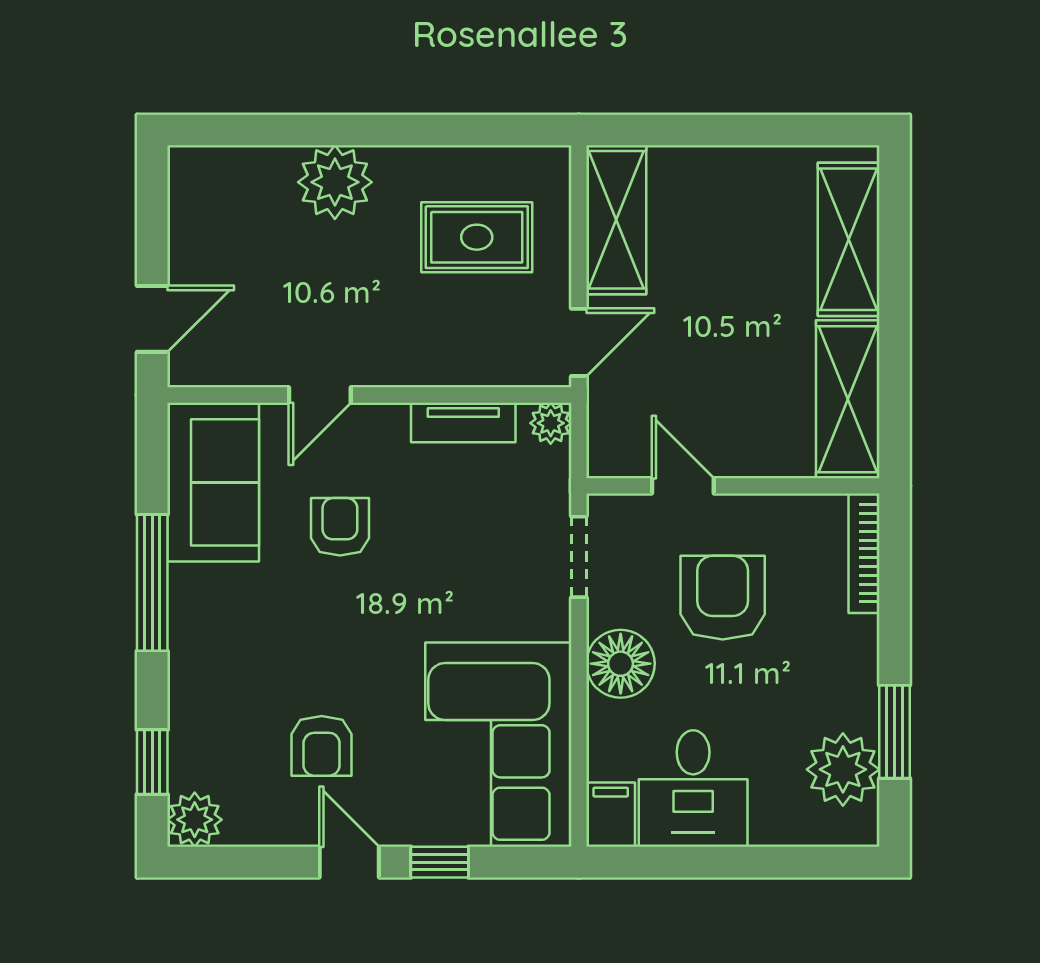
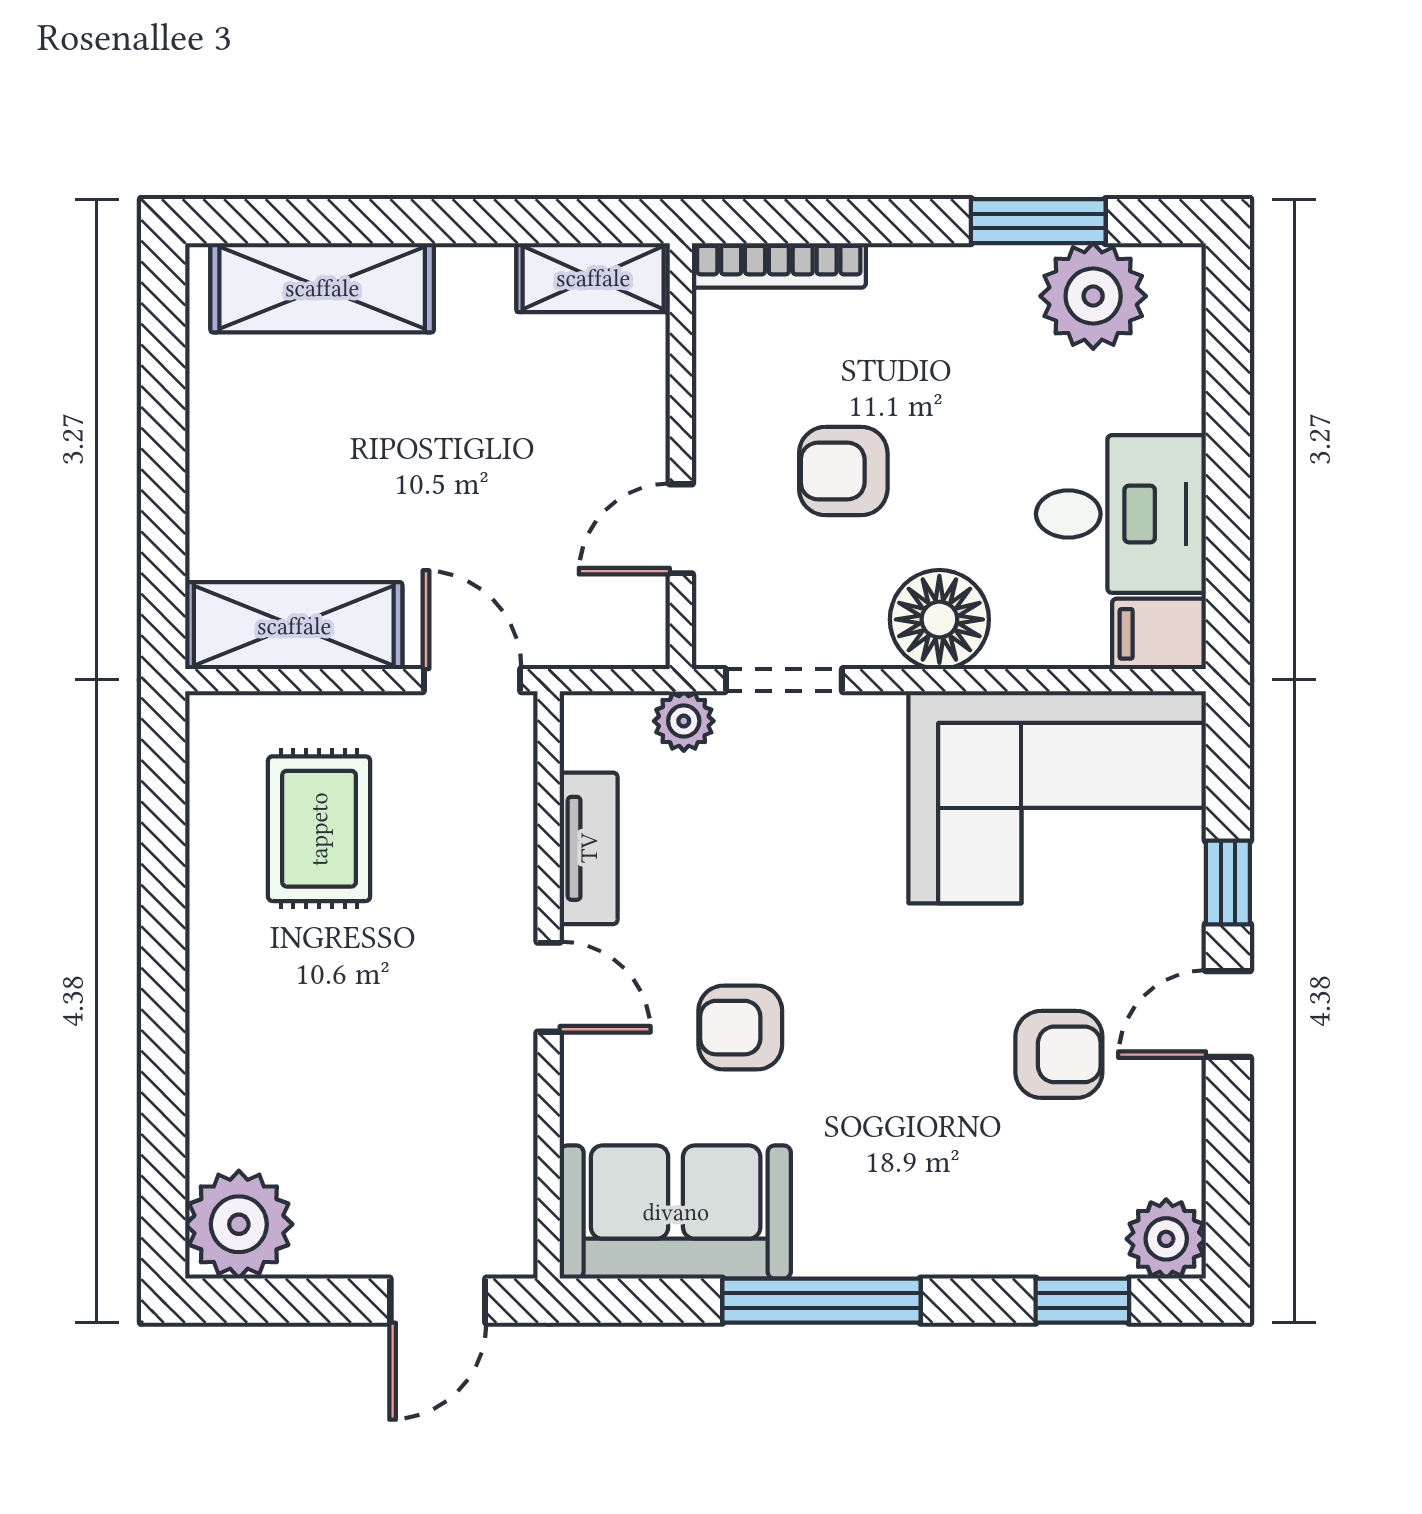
plant: (335, 182) -> (239, 1224), moved
door: (152, 319) -> (438, 1301), swing flipped
door: (320, 395) -> (549, 987), moved
shelving: (848, 399) -> (593, 278), width x0.67, depth x0.75
plant: (551, 423) -> (684, 721), moved
armchair: (723, 598) -> (843, 471), width x0.72, depth x0.72

